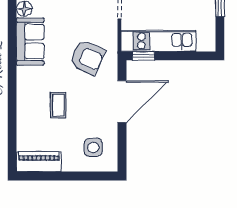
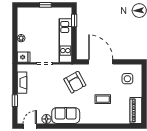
window: (143, 56) -> (74, 20), moved
armchair: (87, 57) -> (75, 82), turned 126

